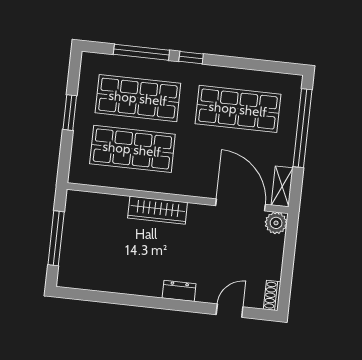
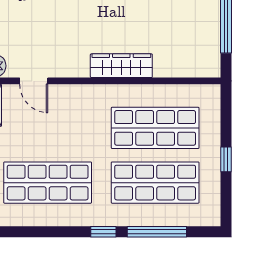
window: (70, 113) -> (226, 159), width x0.67
door: (241, 205) -> (34, 81), width x0.53

